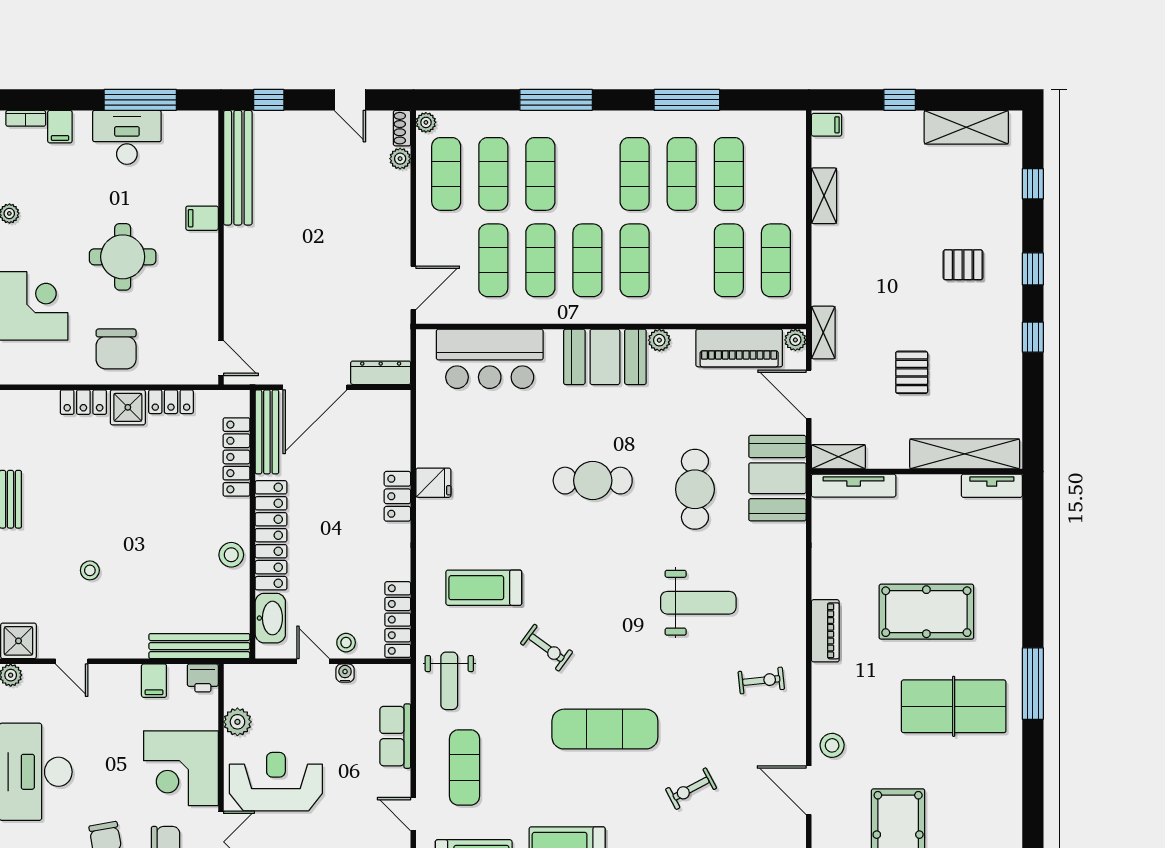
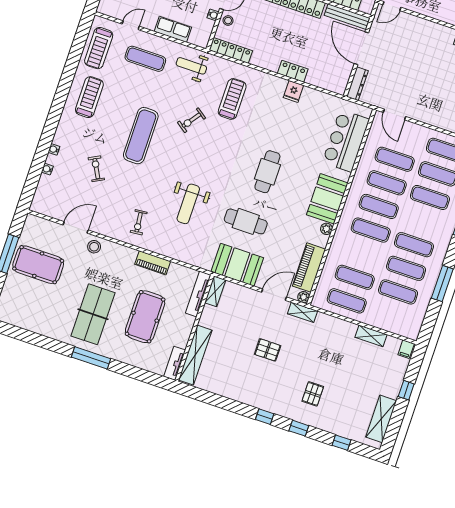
shelving: (965, 454) -> (195, 355), moved
shelving: (838, 457) -> (215, 291), moved
wall: (917, 471) -> (195, 328), moved
tv unit: (854, 486) -> (198, 294), moved
tv unit: (992, 486) -> (175, 363), moved

